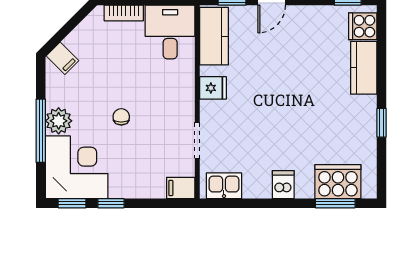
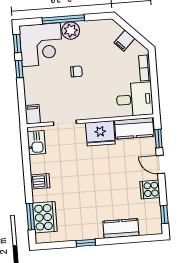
cooker: (363, 26) -> (150, 189), moved, turned -90
filing cabinet: (63, 58) -> (124, 41), moved
fridge: (213, 88) -> (100, 133), width x1.88, depth x1.34

